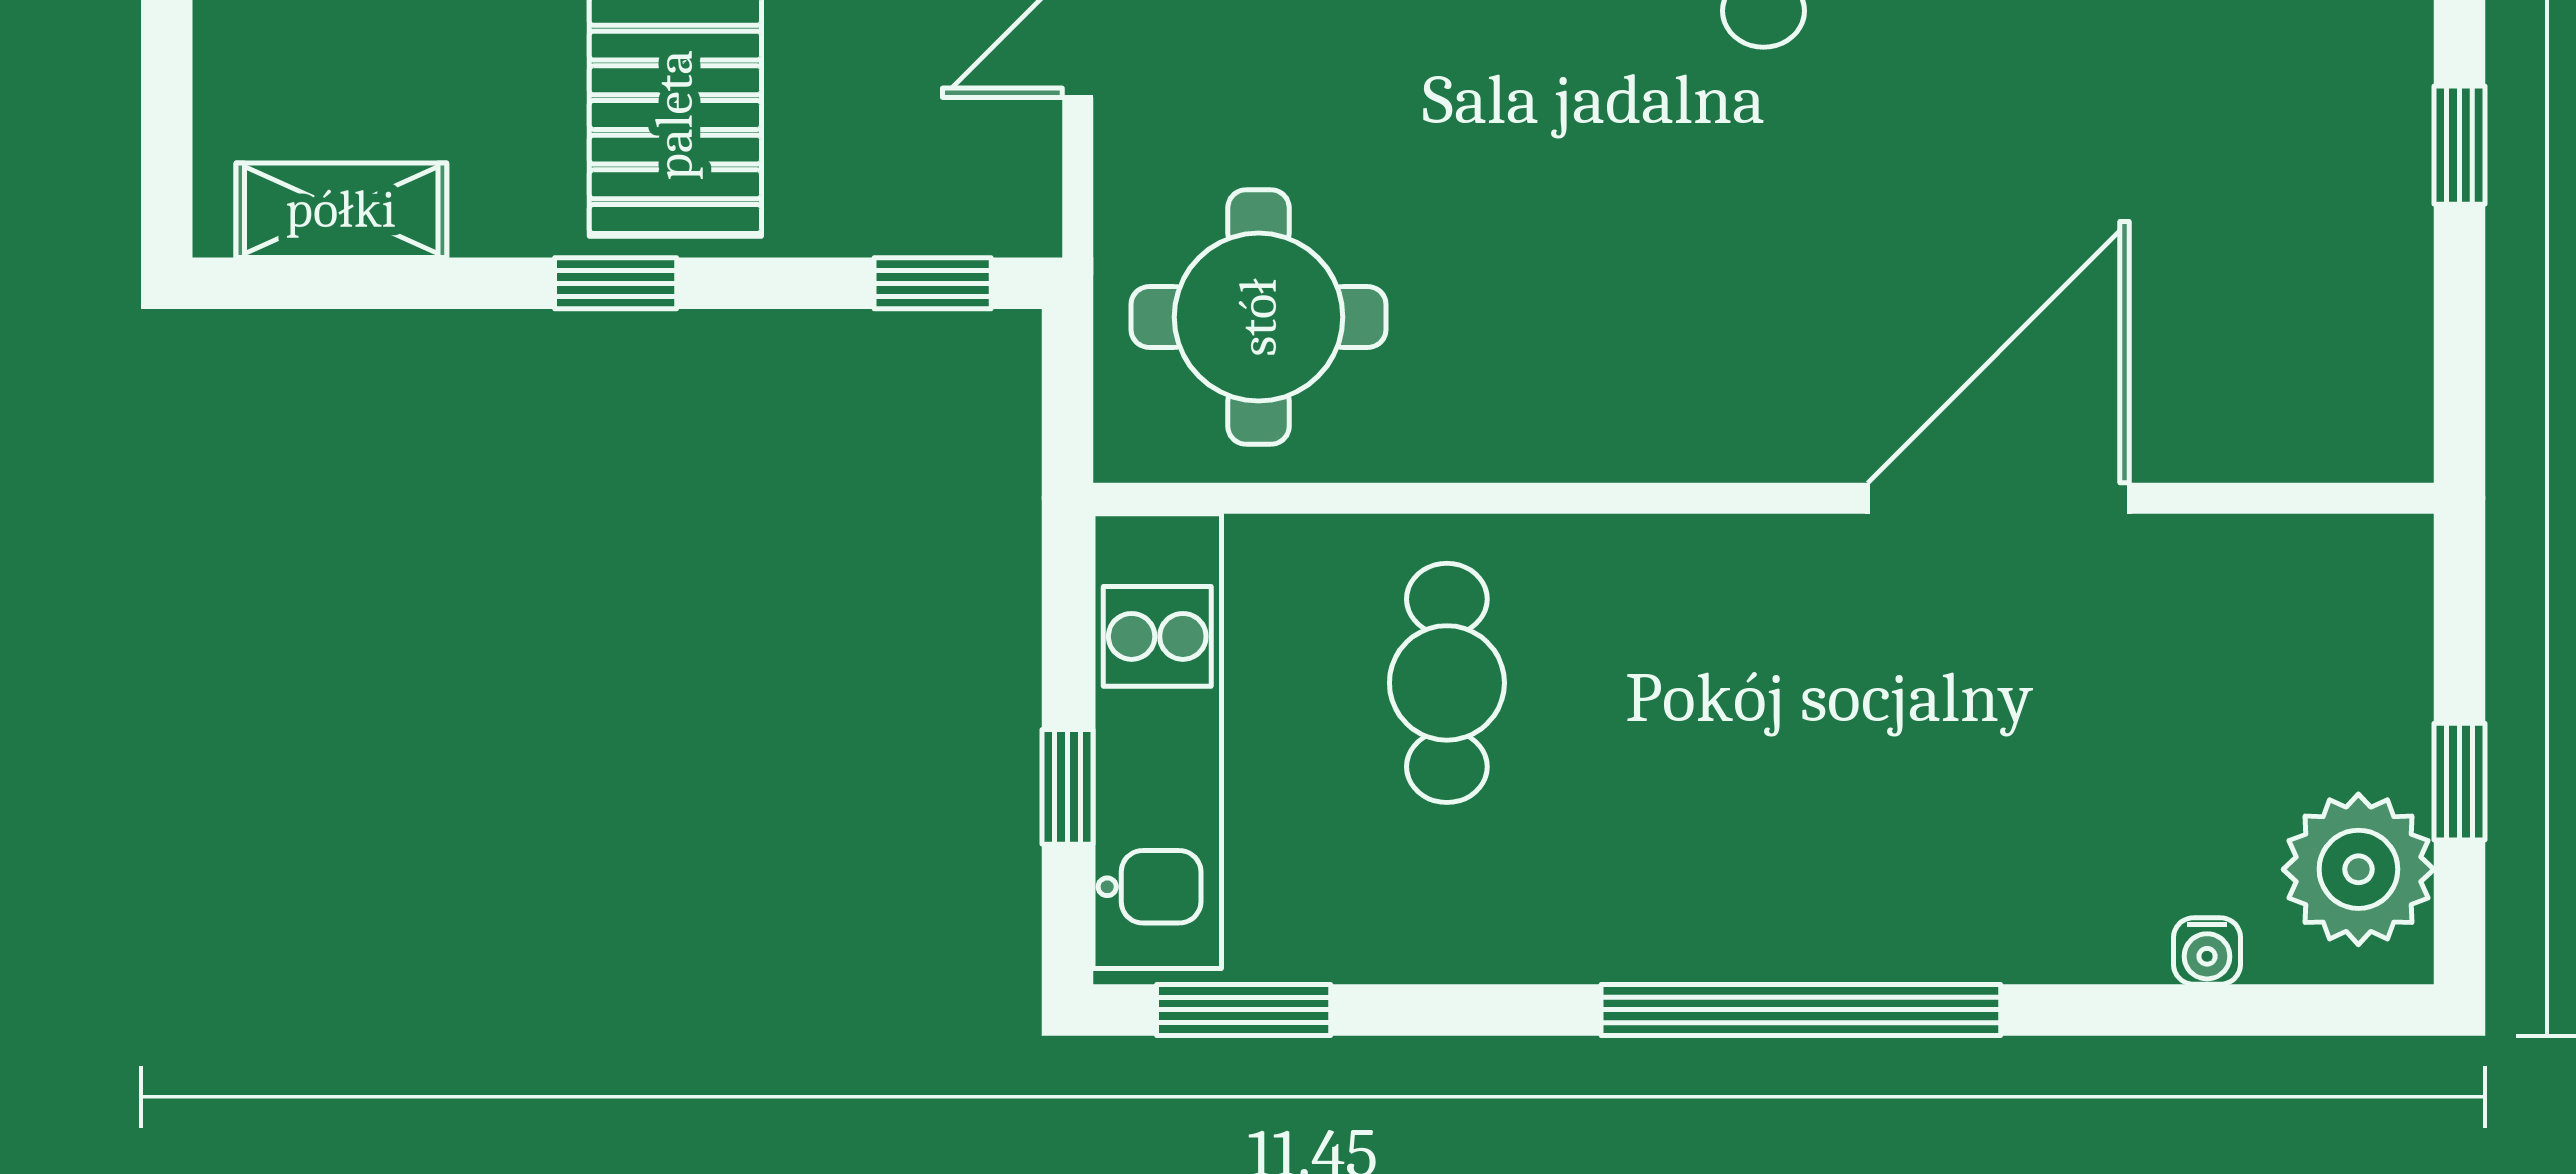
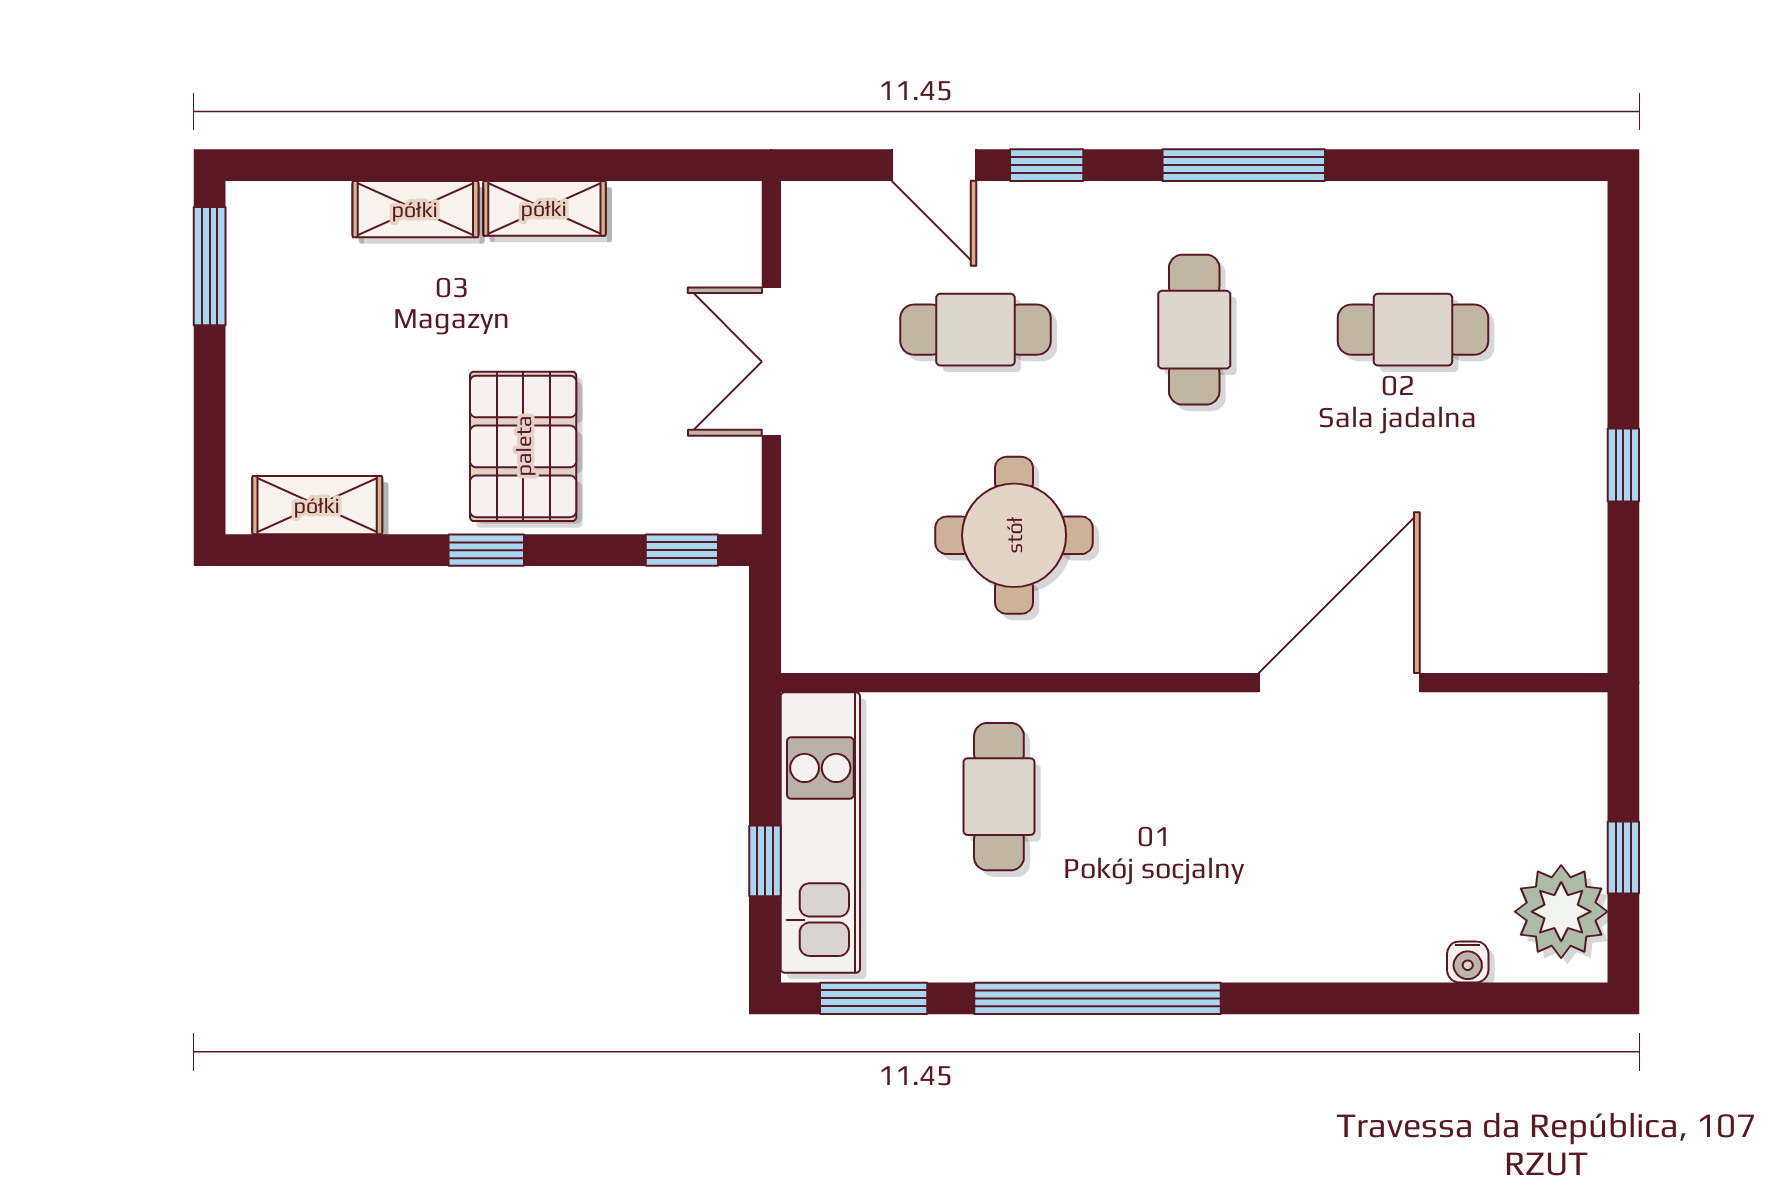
round table: (1259, 317) -> (1014, 535), moved
window: (1801, 1010) -> (1097, 998), moved

